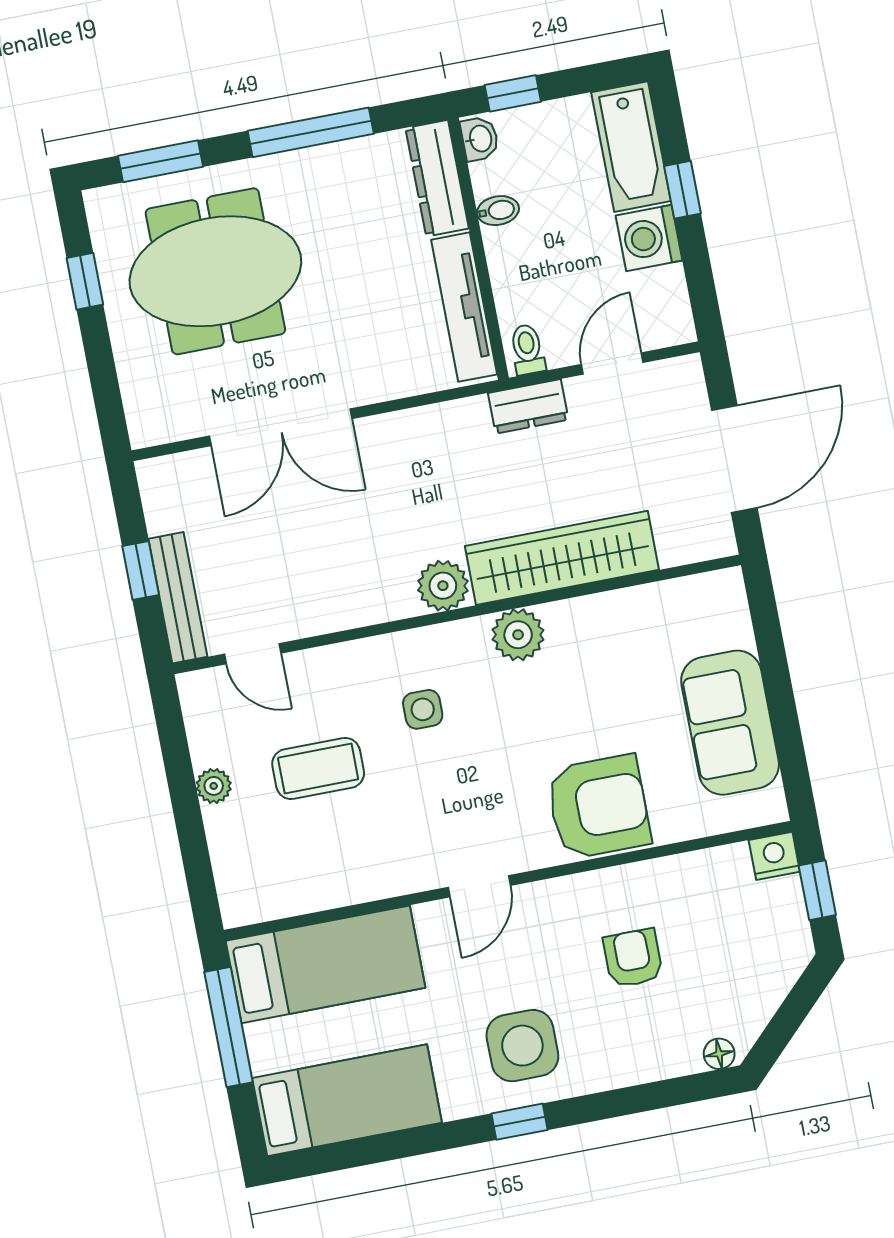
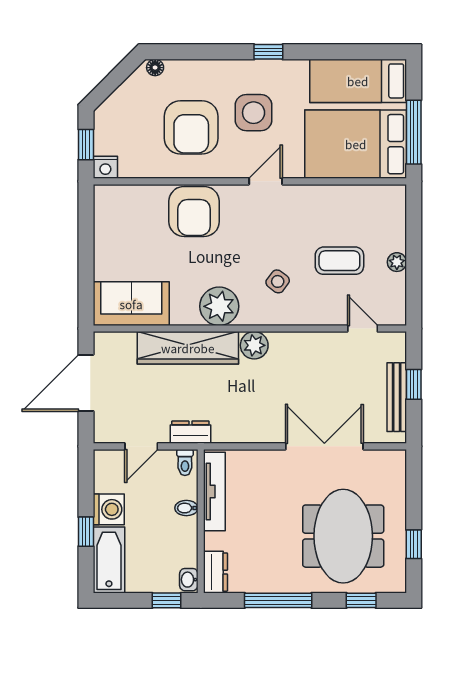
window: (160, 161) -> (361, 600), width x0.67
dresser: (437, 178) -> (215, 572), width x0.70
bidet: (498, 211) -> (186, 508), moved
meeting table: (215, 271) -> (343, 536), turned 90
bench: (178, 598) -> (397, 397), moved
plant: (518, 635) -> (219, 306), width x1.36, depth x1.36
side table: (423, 709) -> (278, 281), turned 37
sofa: (730, 723) -> (131, 304), moved, turned -90
armchair: (598, 807) -> (194, 211), turned -90
armchair: (633, 958) -> (191, 127), width x1.88, depth x1.88
bed: (326, 964) -> (356, 144), width x1.50
side table: (522, 1046) -> (254, 113), moved

